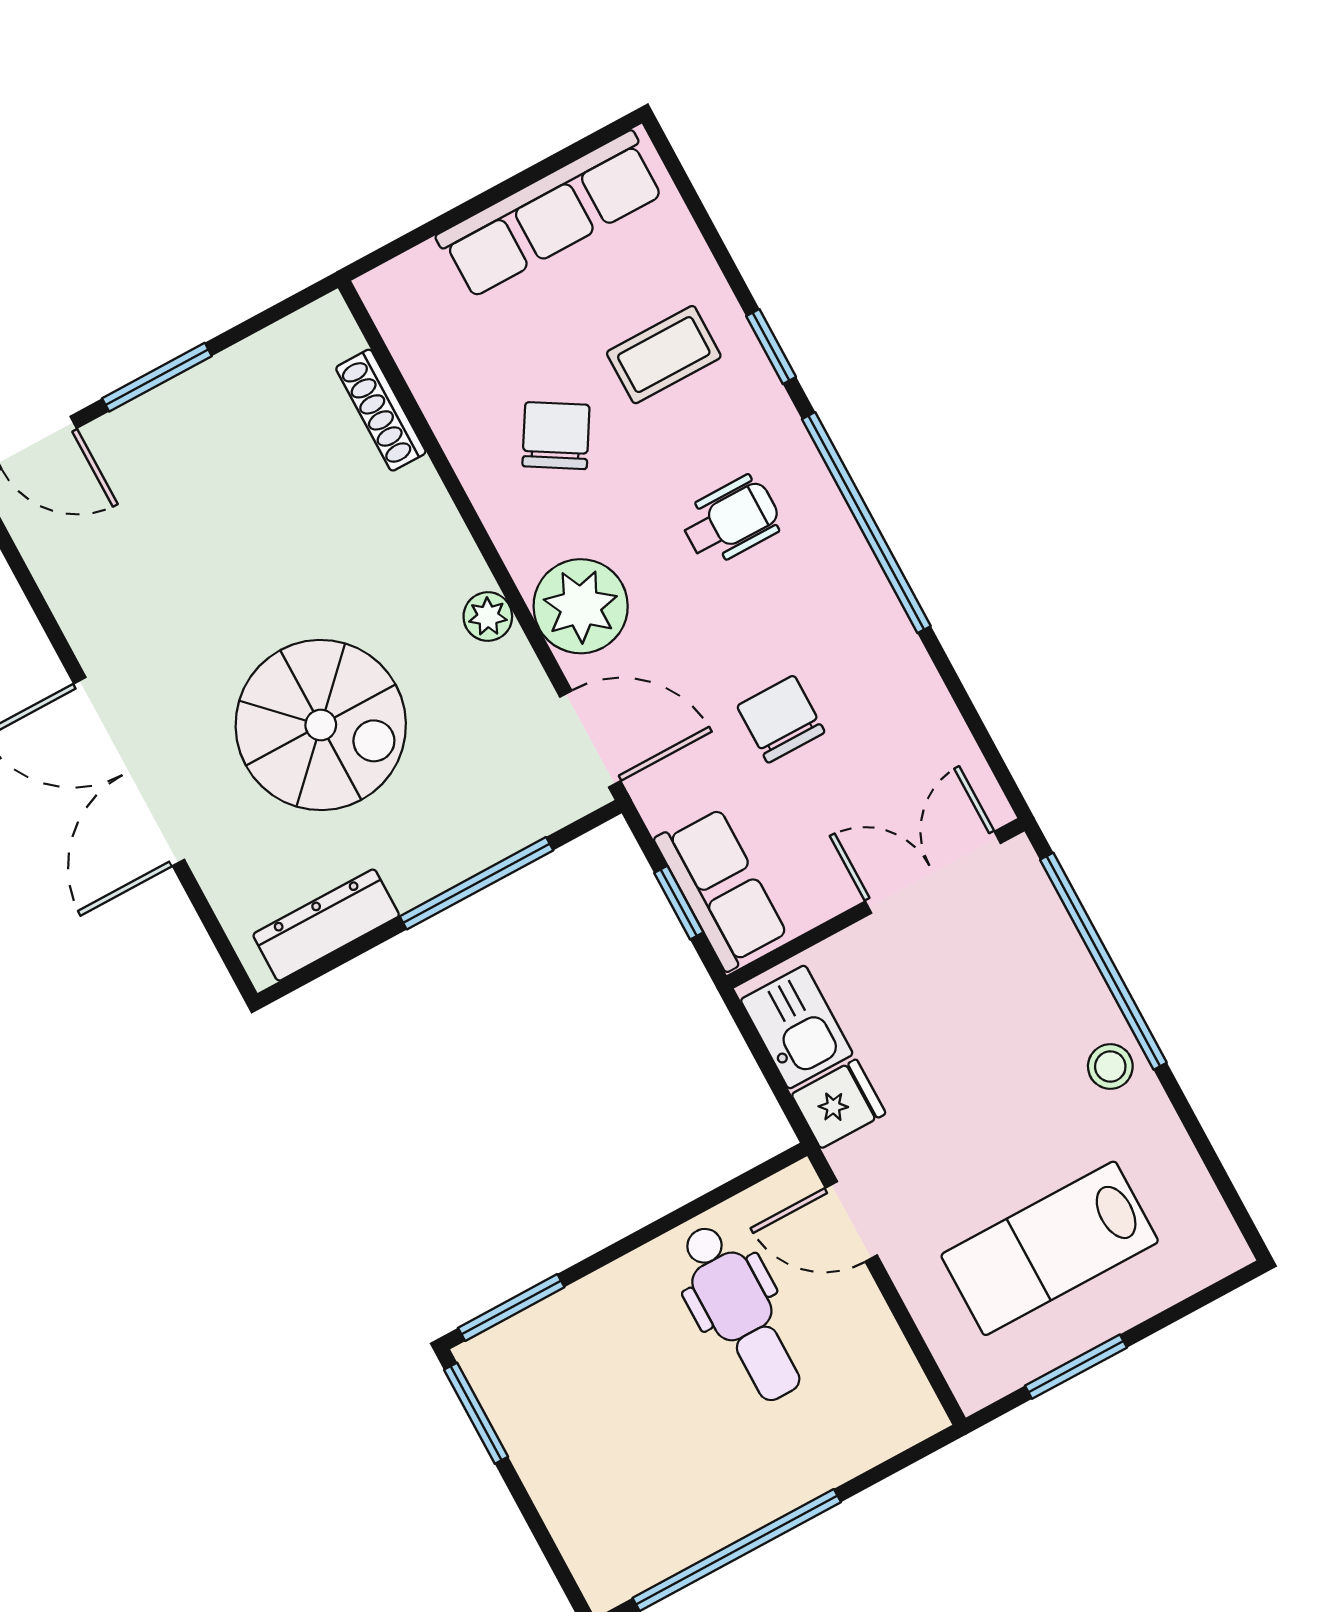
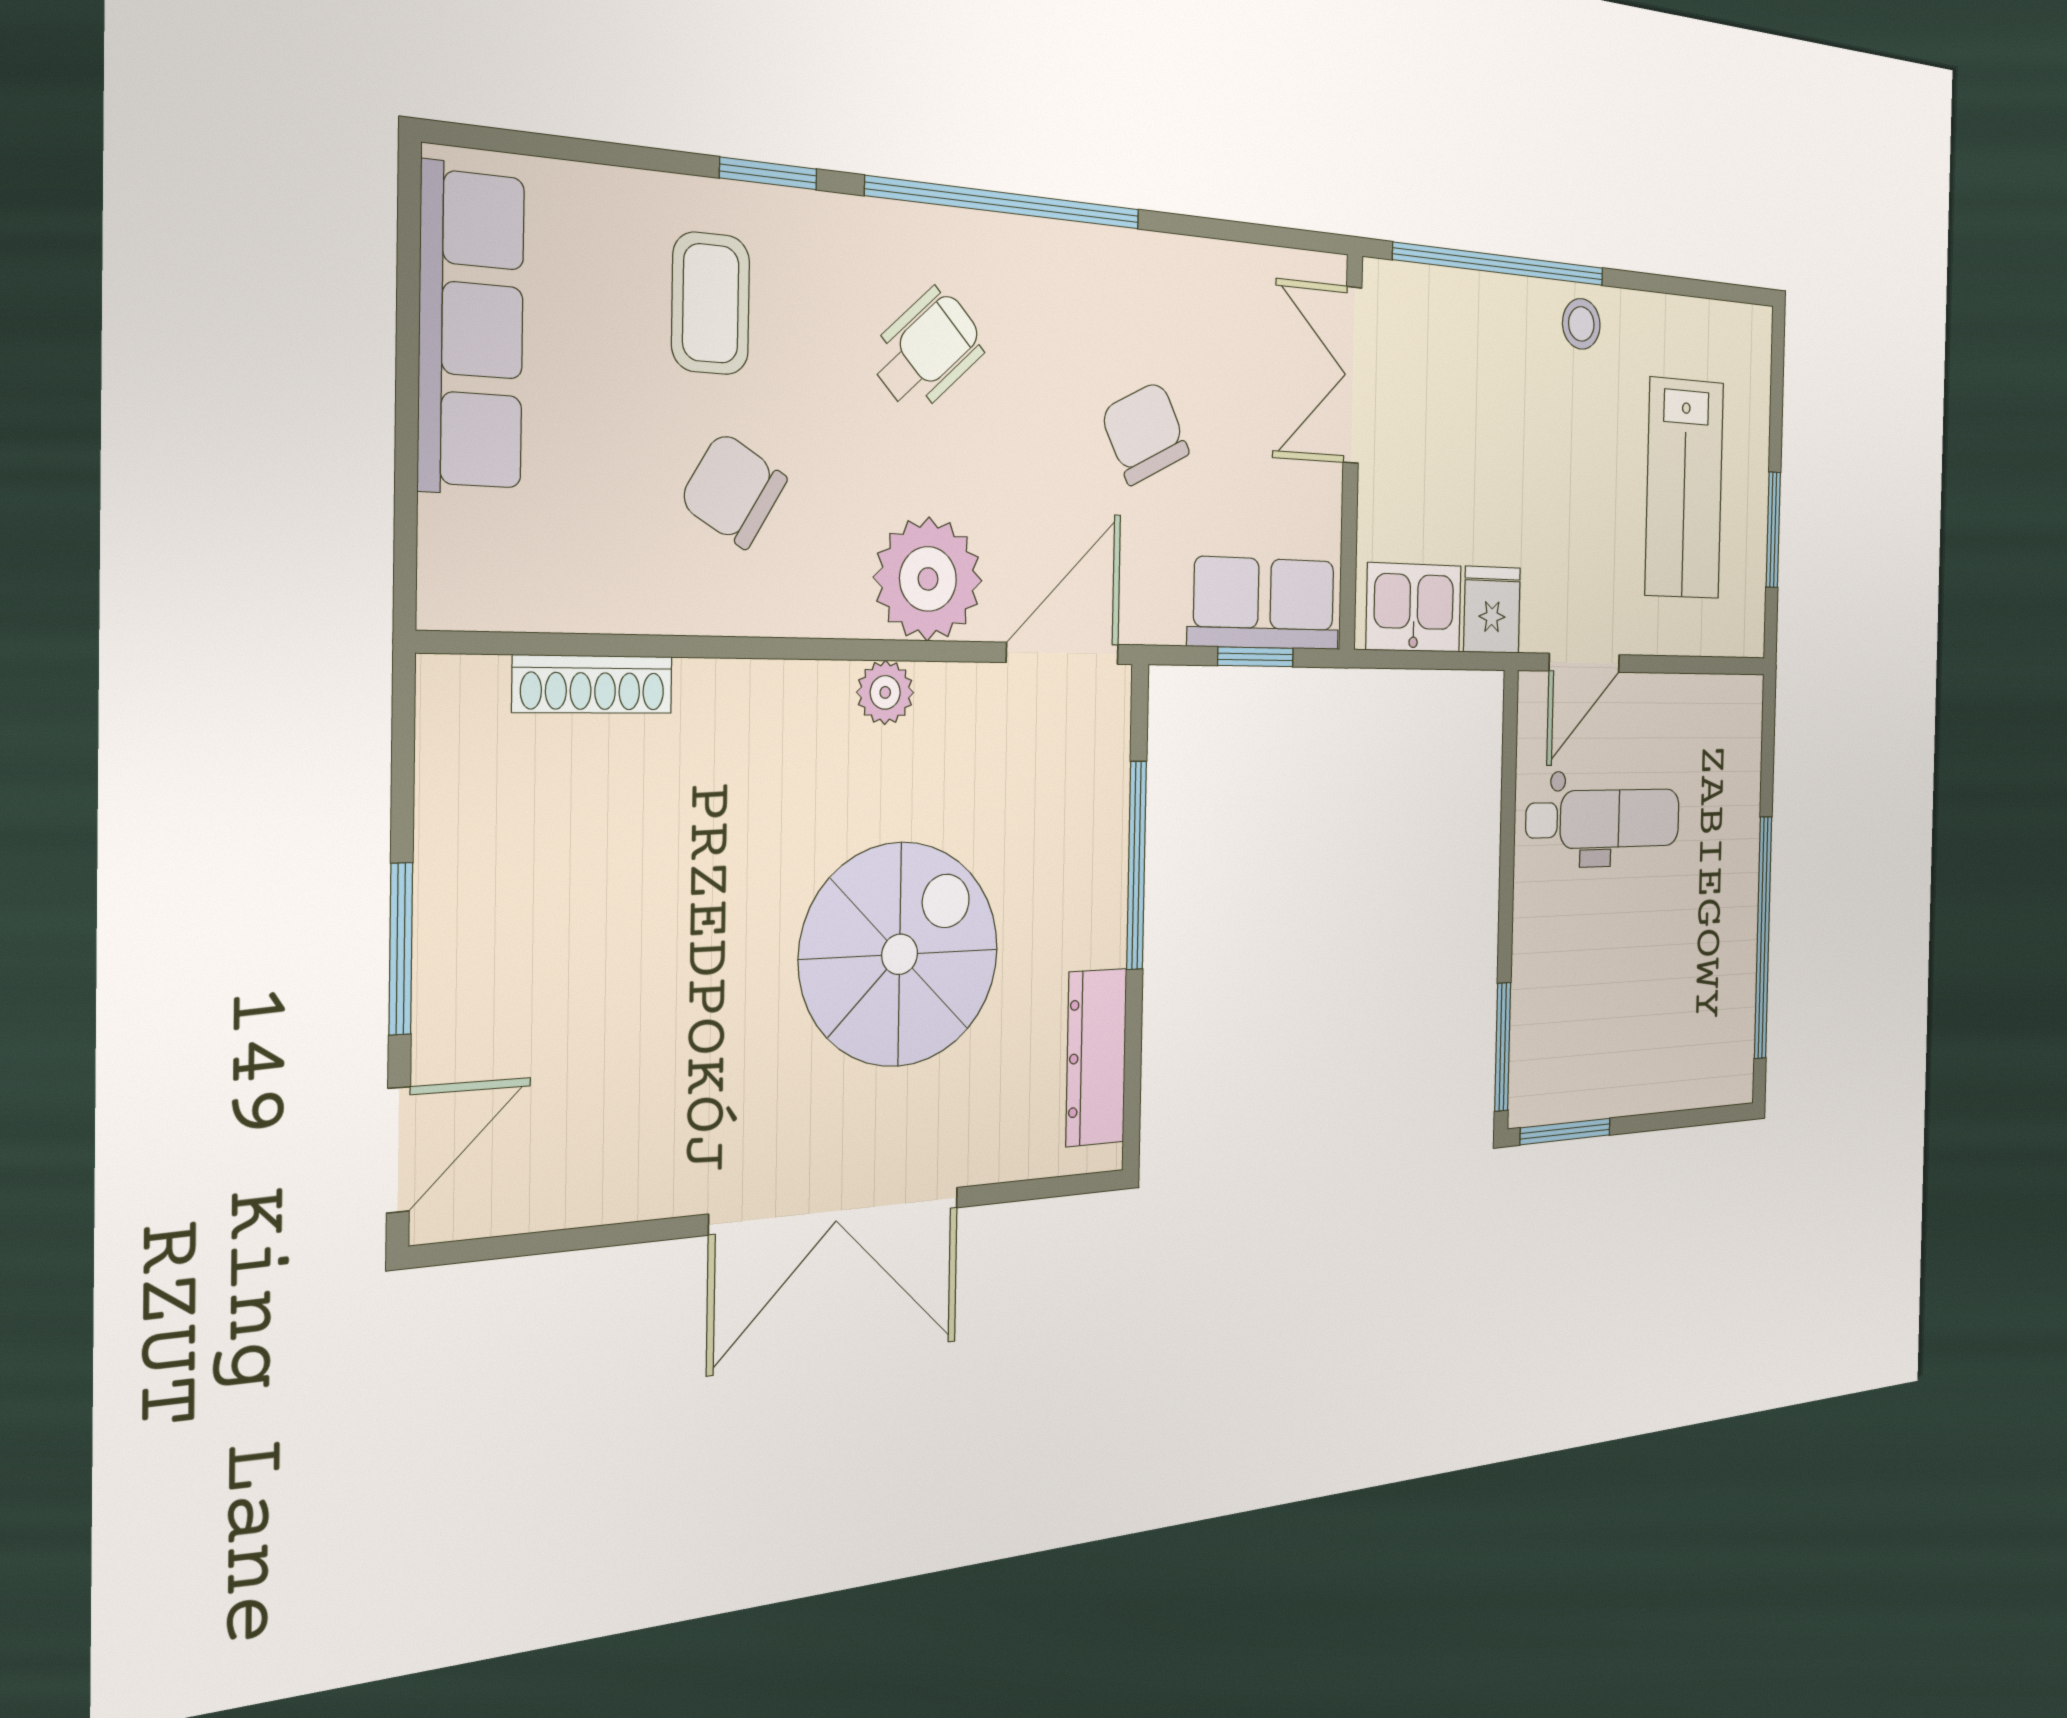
wheelchair: (731, 520) -> (927, 350), turned 47
chair: (781, 719) -> (1145, 433), turned 63

